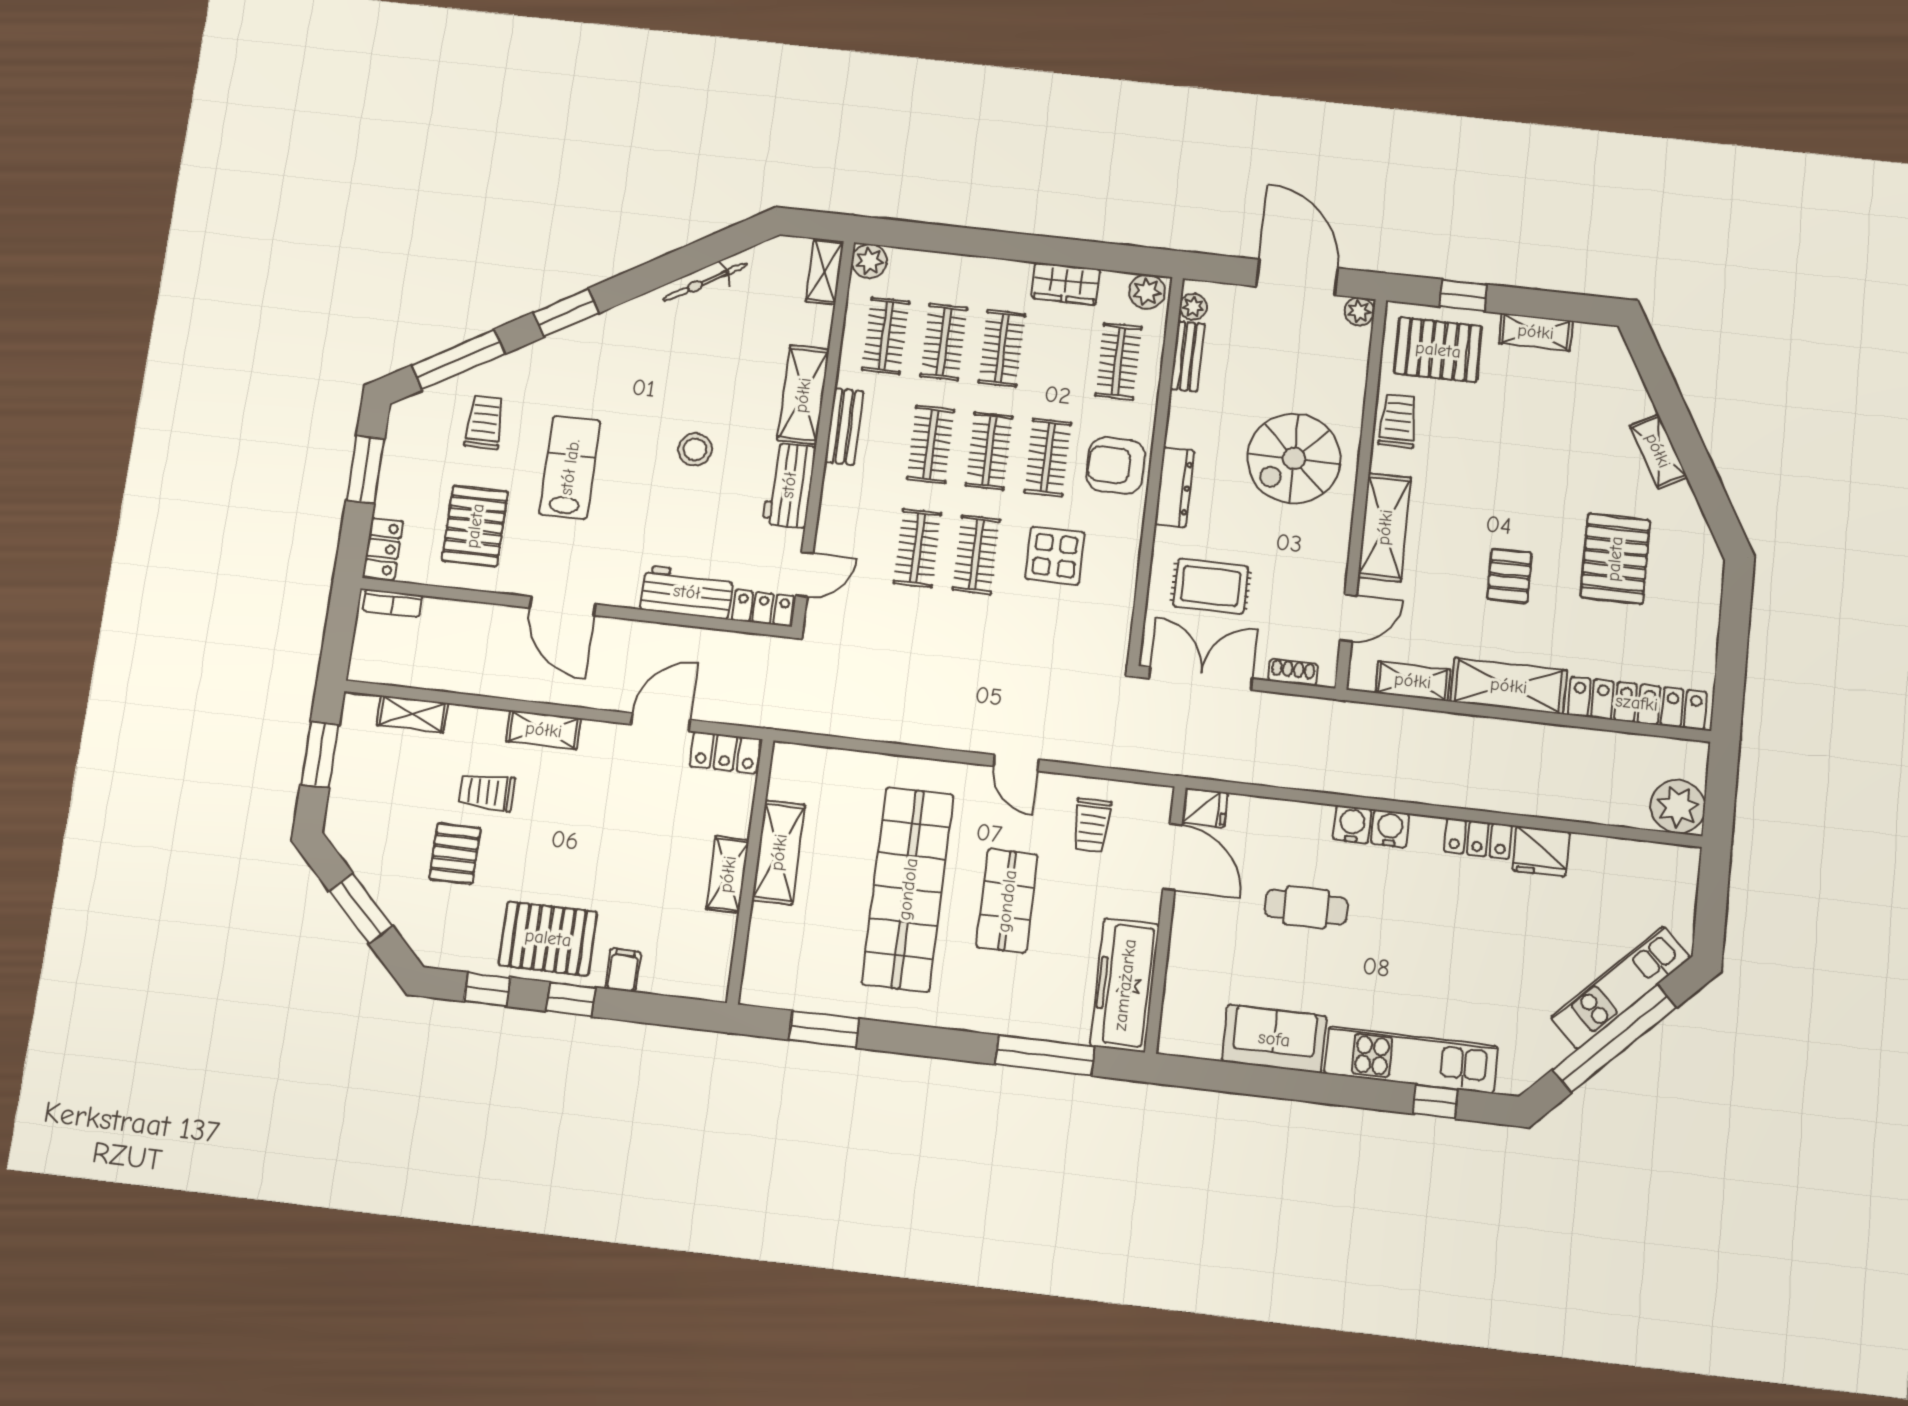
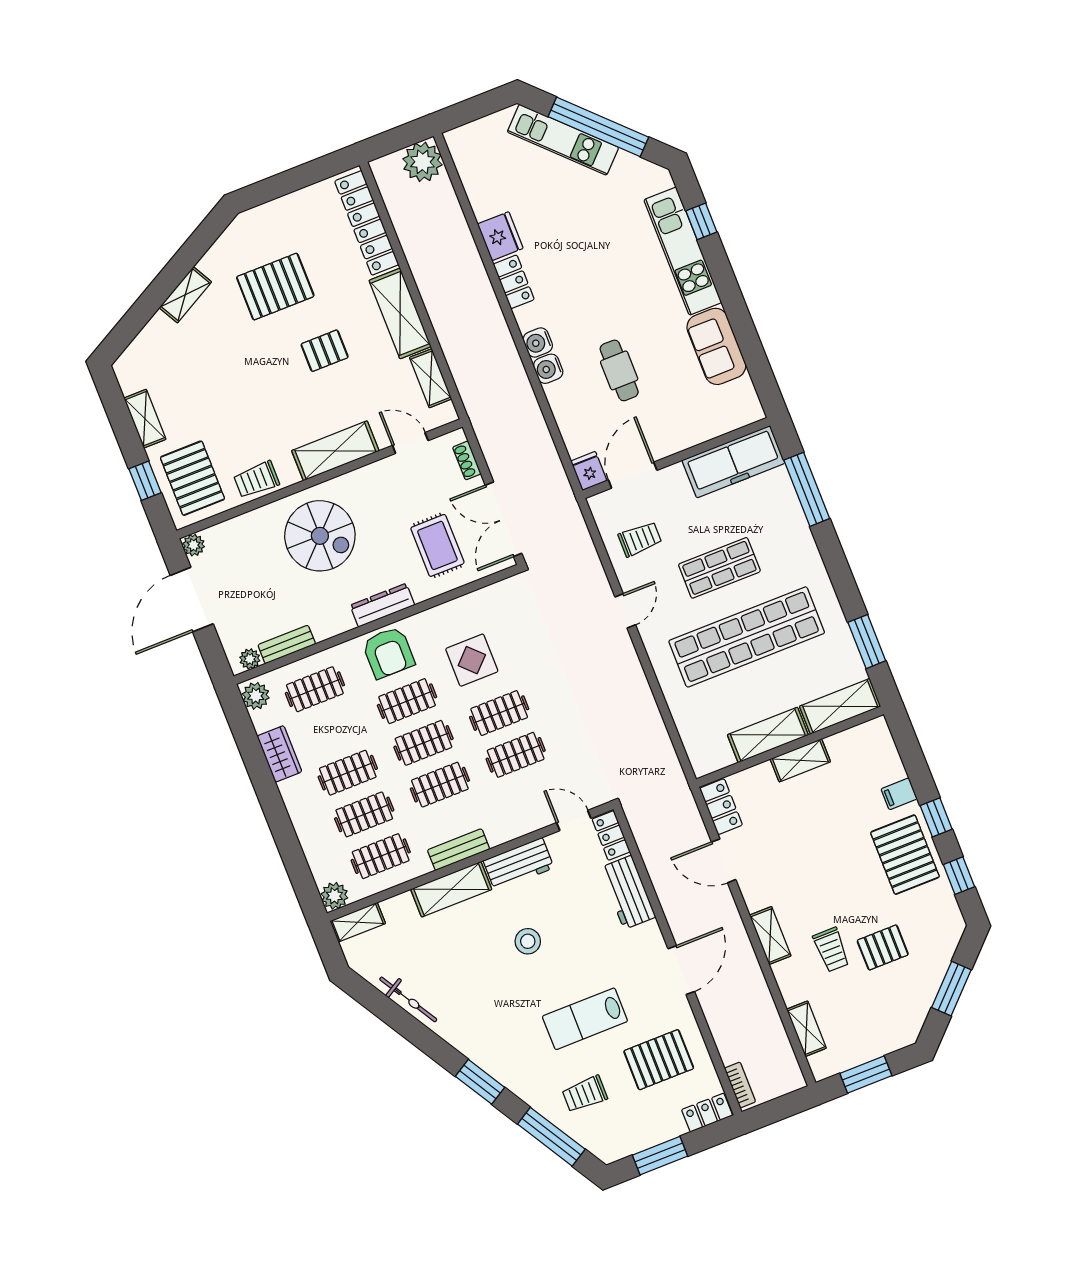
shelving: (765, 956) -> (840, 706), added

